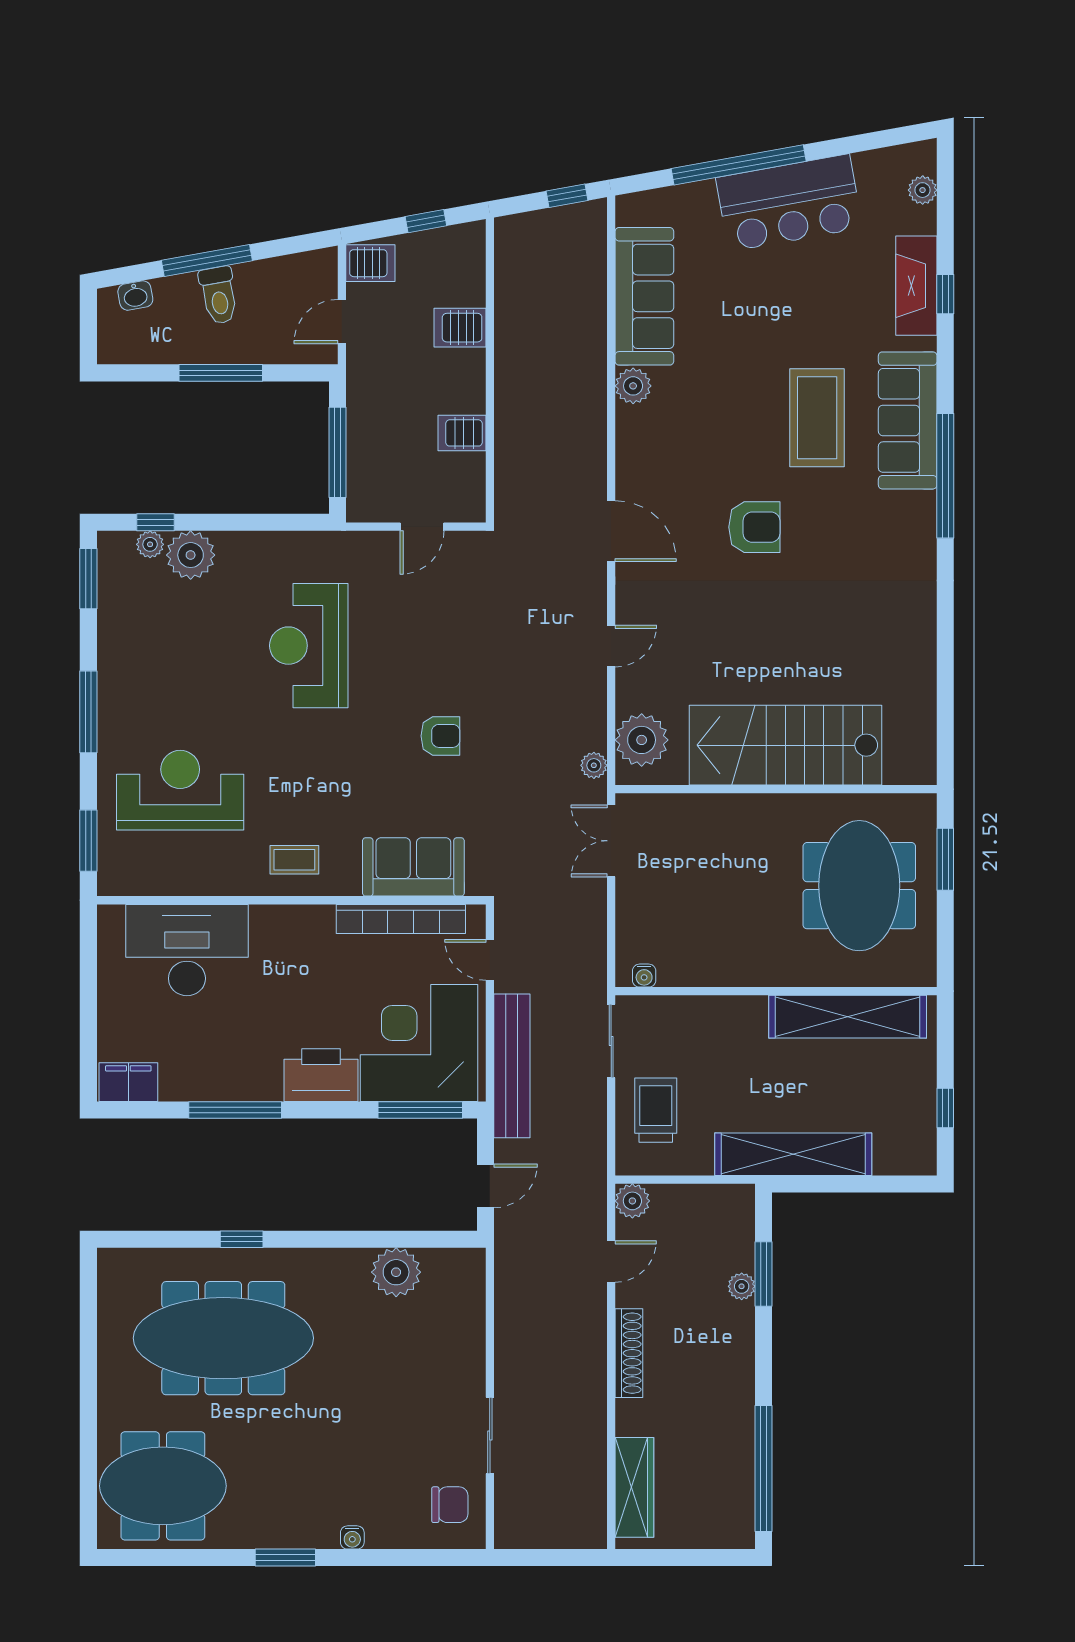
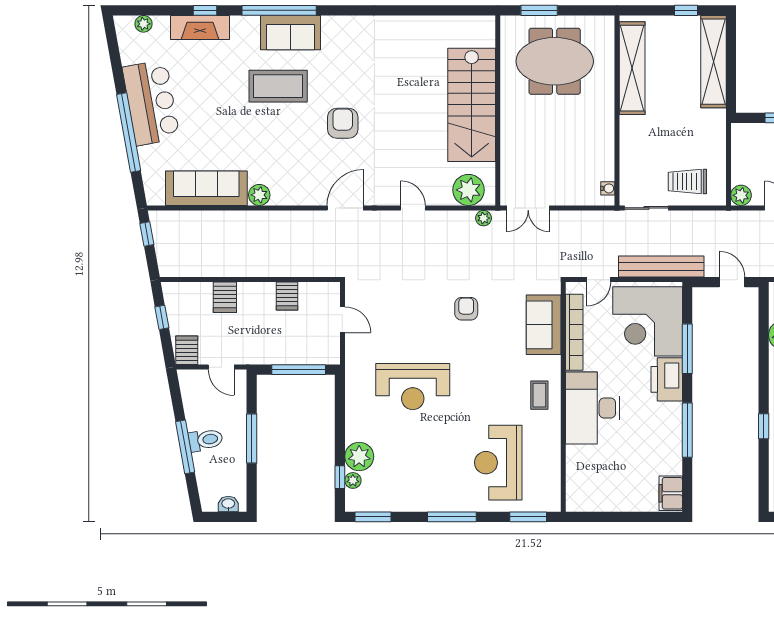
washbasin: (135, 296) -> (228, 504), moved, turned -80
sofa: (908, 420) -> (290, 33), width x0.73
window: (945, 476) -> (279, 10), moved
desk: (187, 950) -> (593, 408), moved
window: (420, 1110) -> (687, 349), moved
shelving: (793, 1154) -> (713, 62), moved

